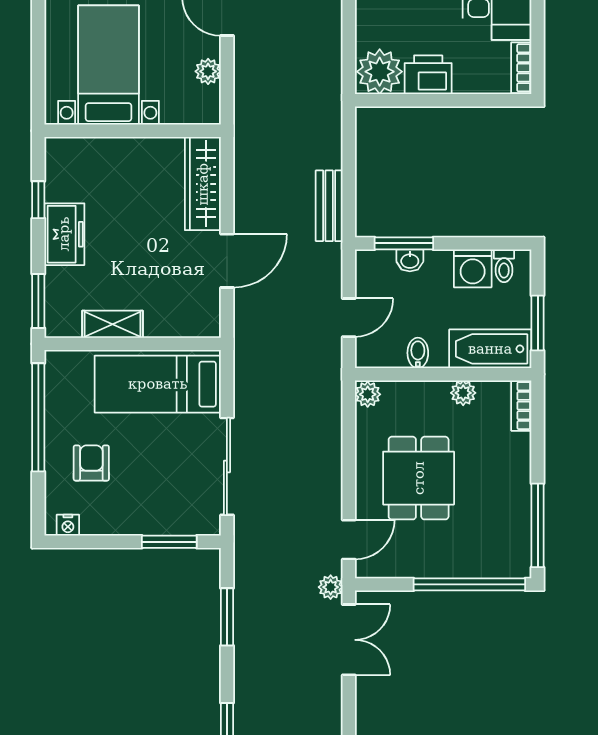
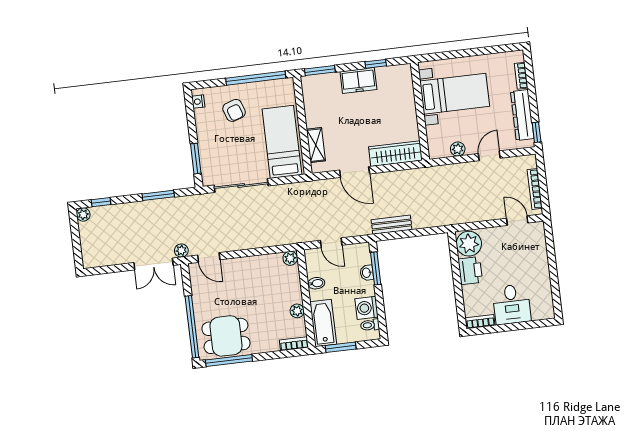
shelving: (113, 324) -> (316, 145), moved
armchair: (91, 463) -> (234, 110), turned 71
dining table: (419, 478) -> (226, 336), moved

